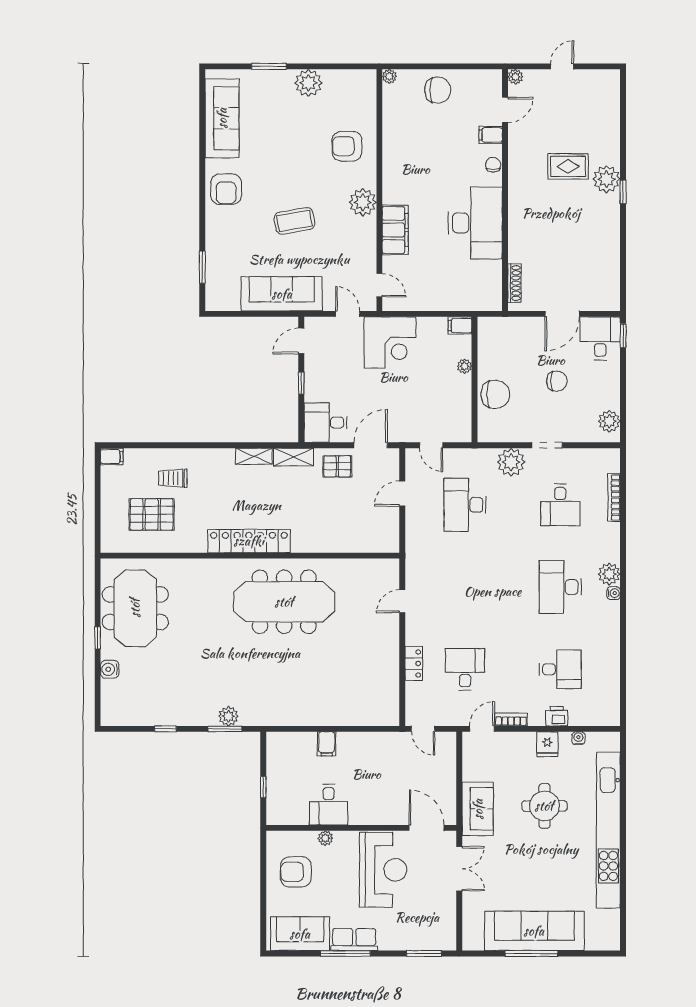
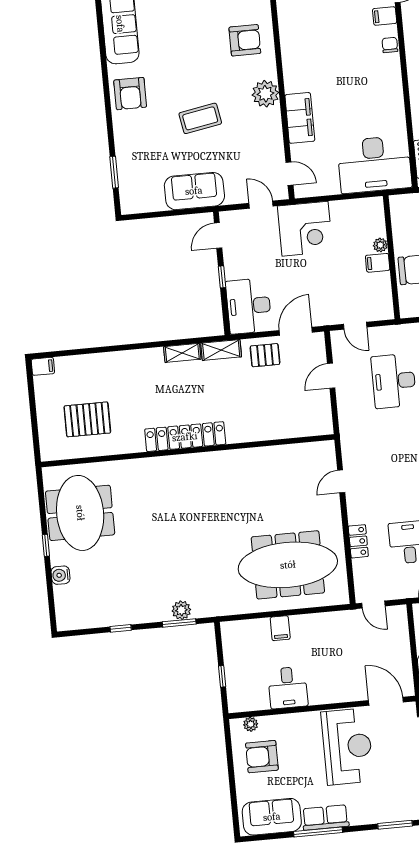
armchair: (347, 146) -> (245, 40), turned 180
desk: (475, 223) -> (374, 164), moved, turned 90
sofa: (282, 294) -> (194, 191), width x0.73
filing cabinet: (460, 326) -> (378, 263), moved
desk: (326, 423) -> (249, 306), width x1.37
trolley: (173, 478) -> (105, 382), removed
meeting table: (284, 602) -> (288, 565), moved
plant: (325, 838) -> (251, 724), moved

